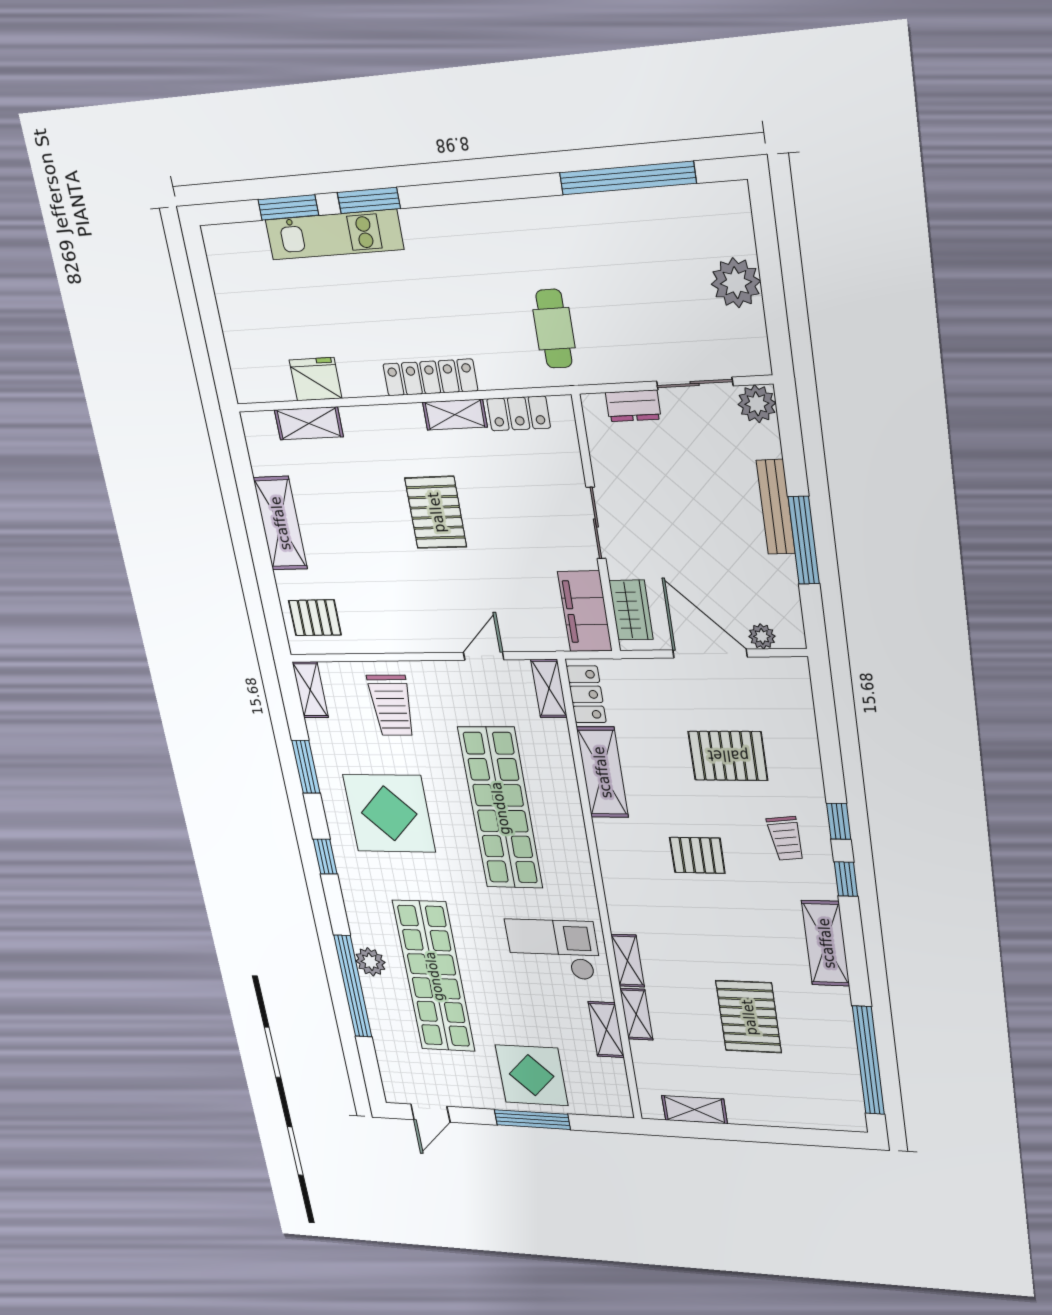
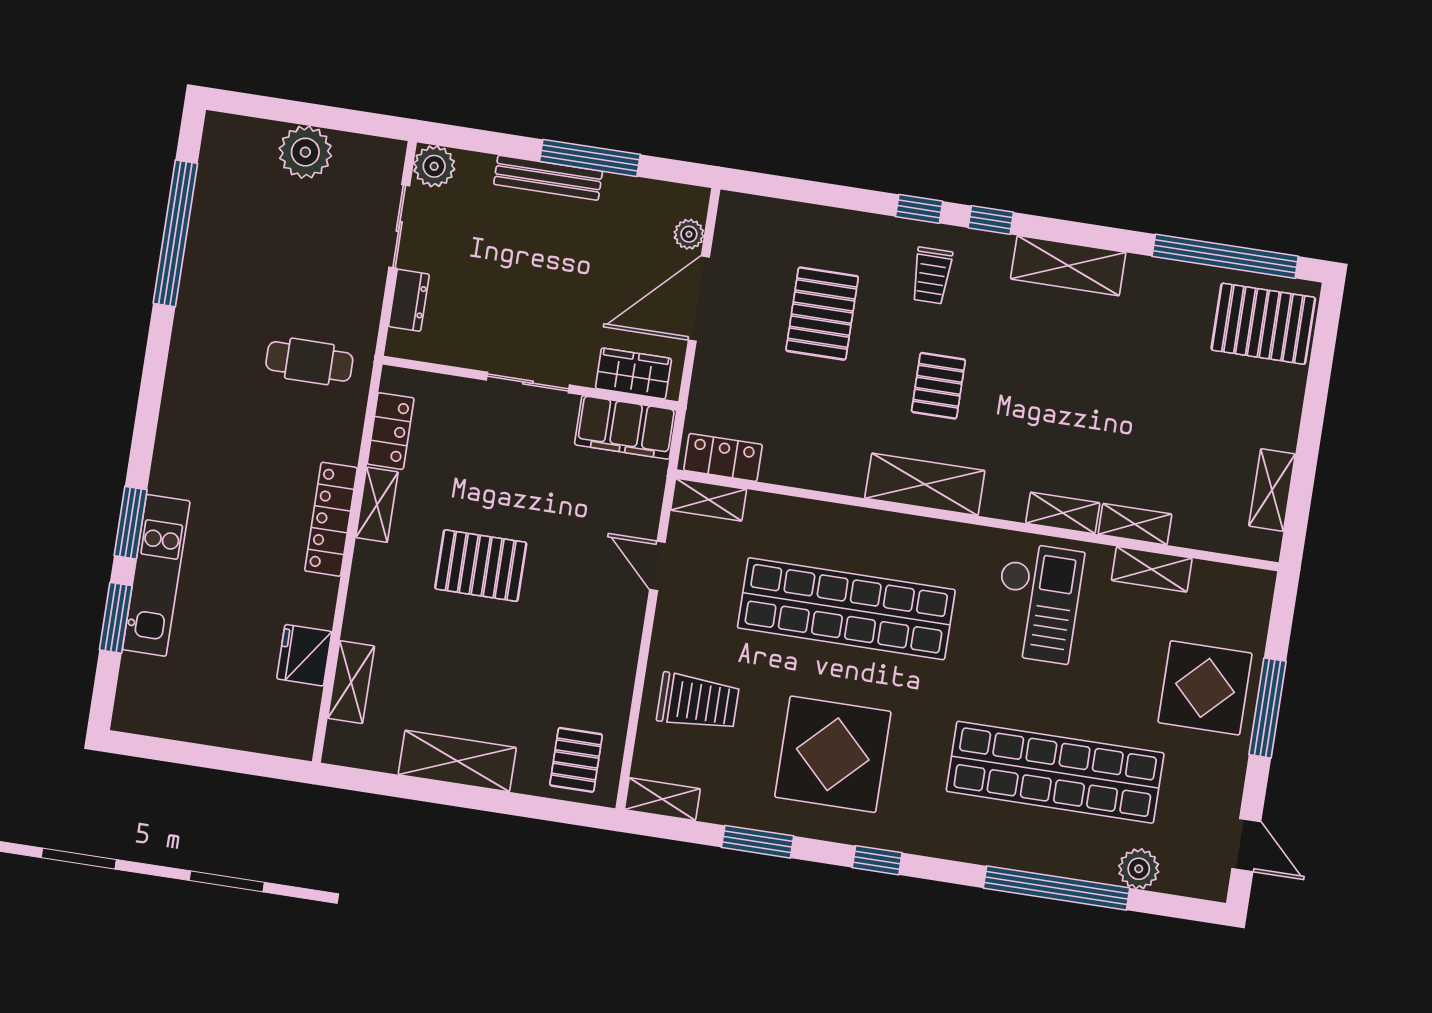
shelving: (602, 772) -> (925, 484), moved
trolley: (786, 838) -> (932, 275), turned 96
checkout: (553, 949) -> (1037, 603), turned 180
plant: (370, 962) -> (1139, 869), moved
pallet: (749, 1017) -> (1263, 324), moved

